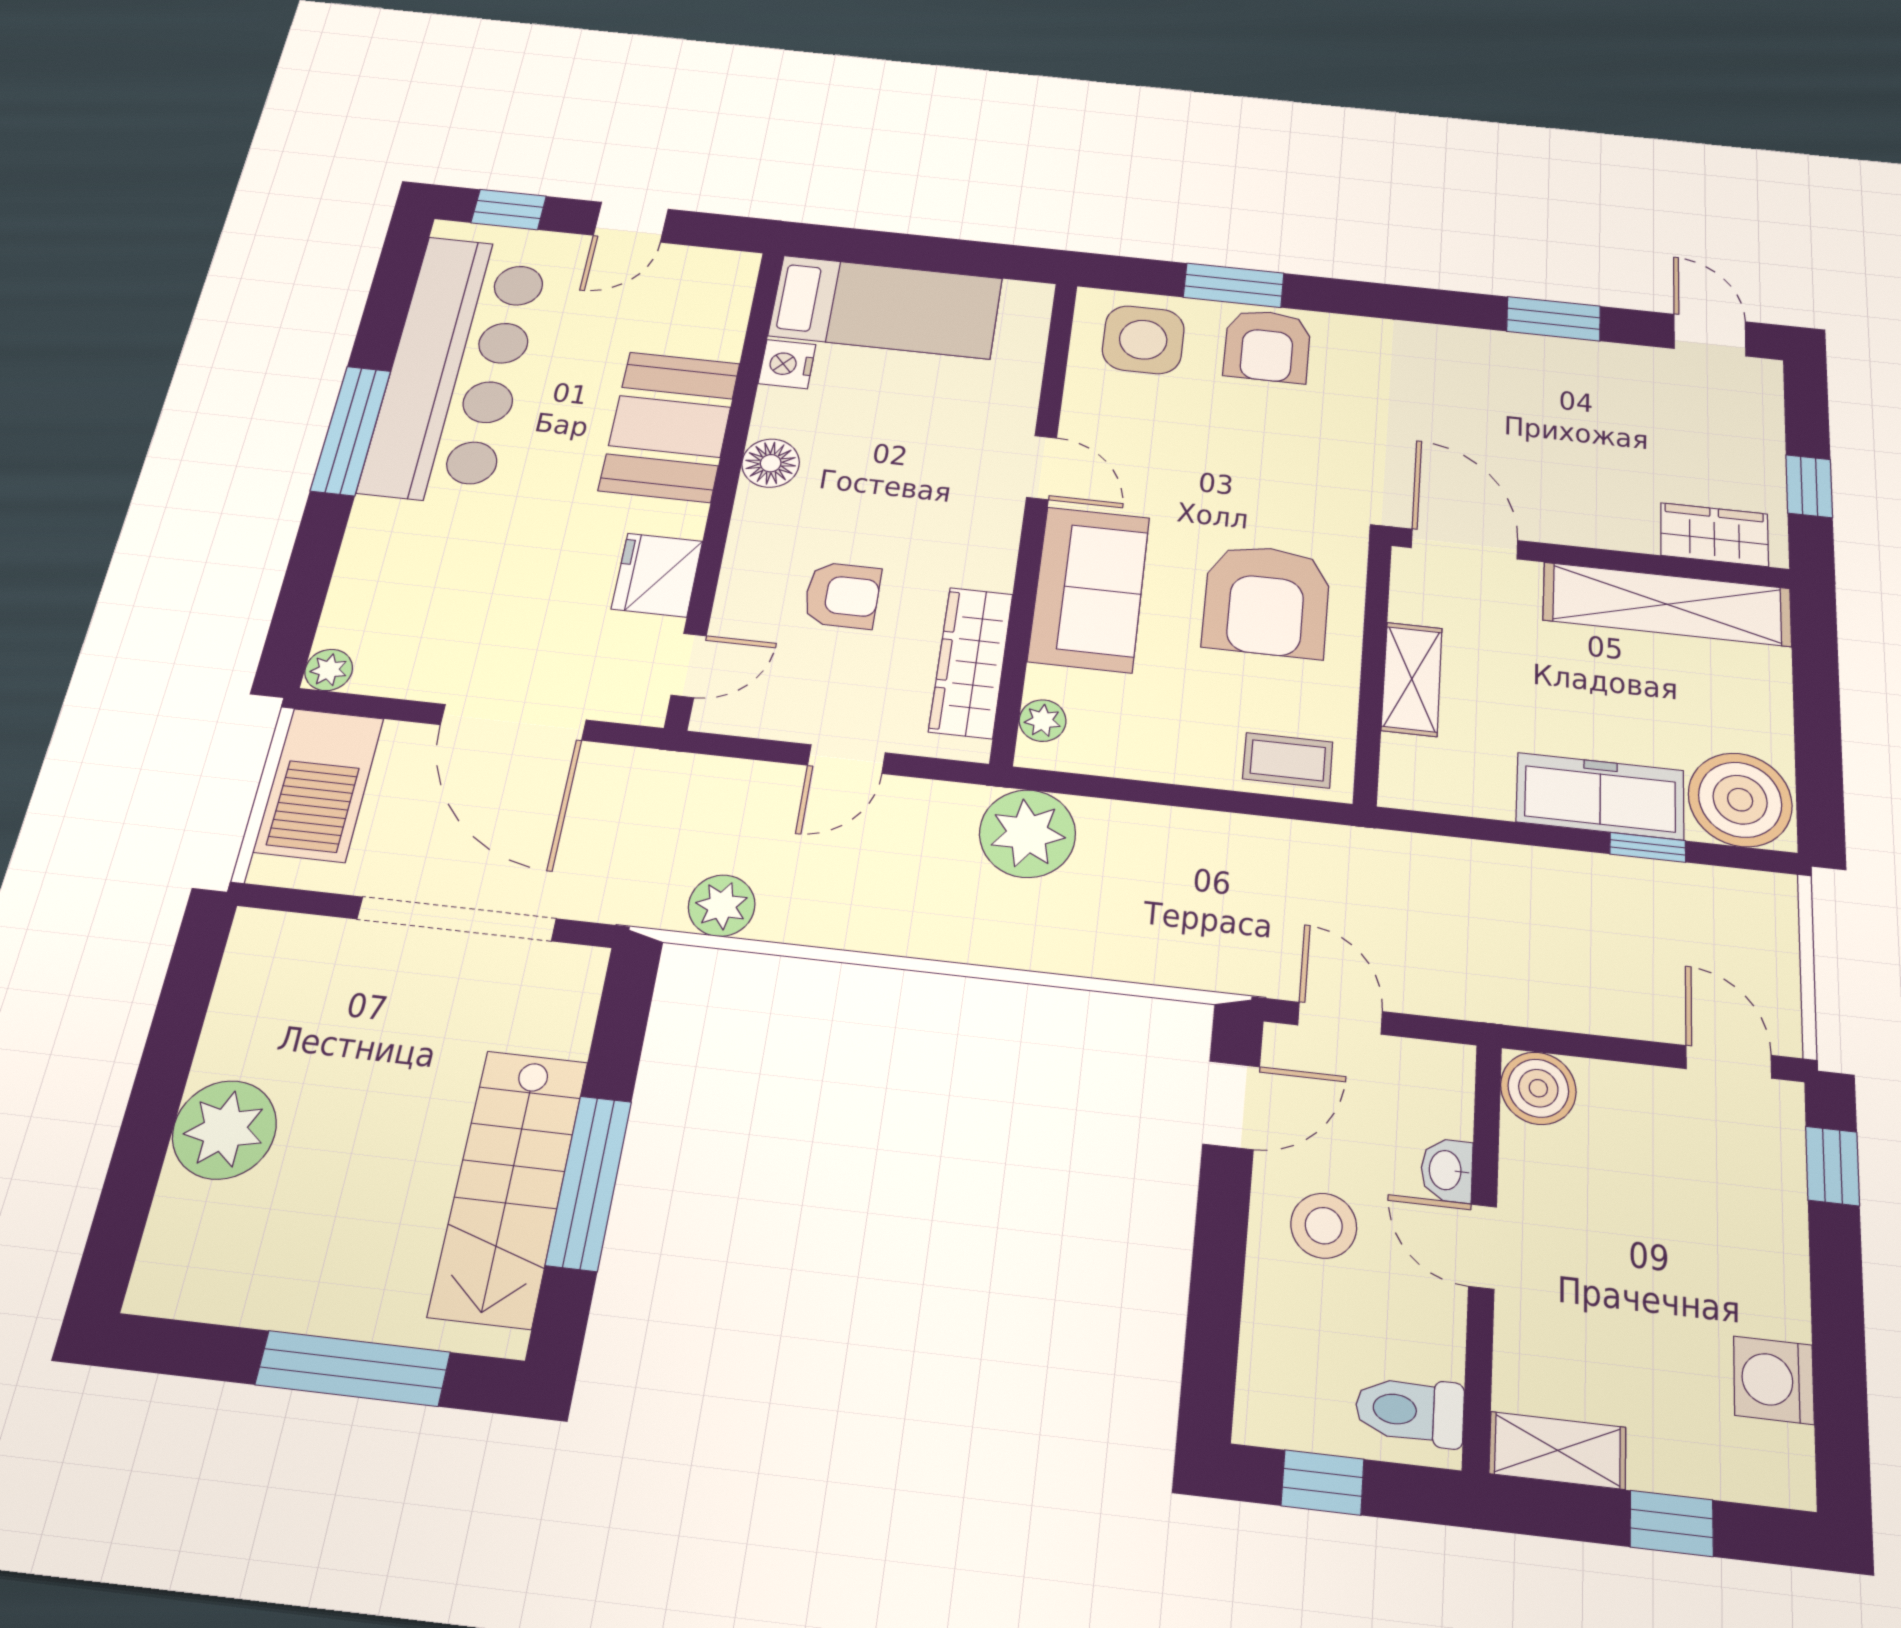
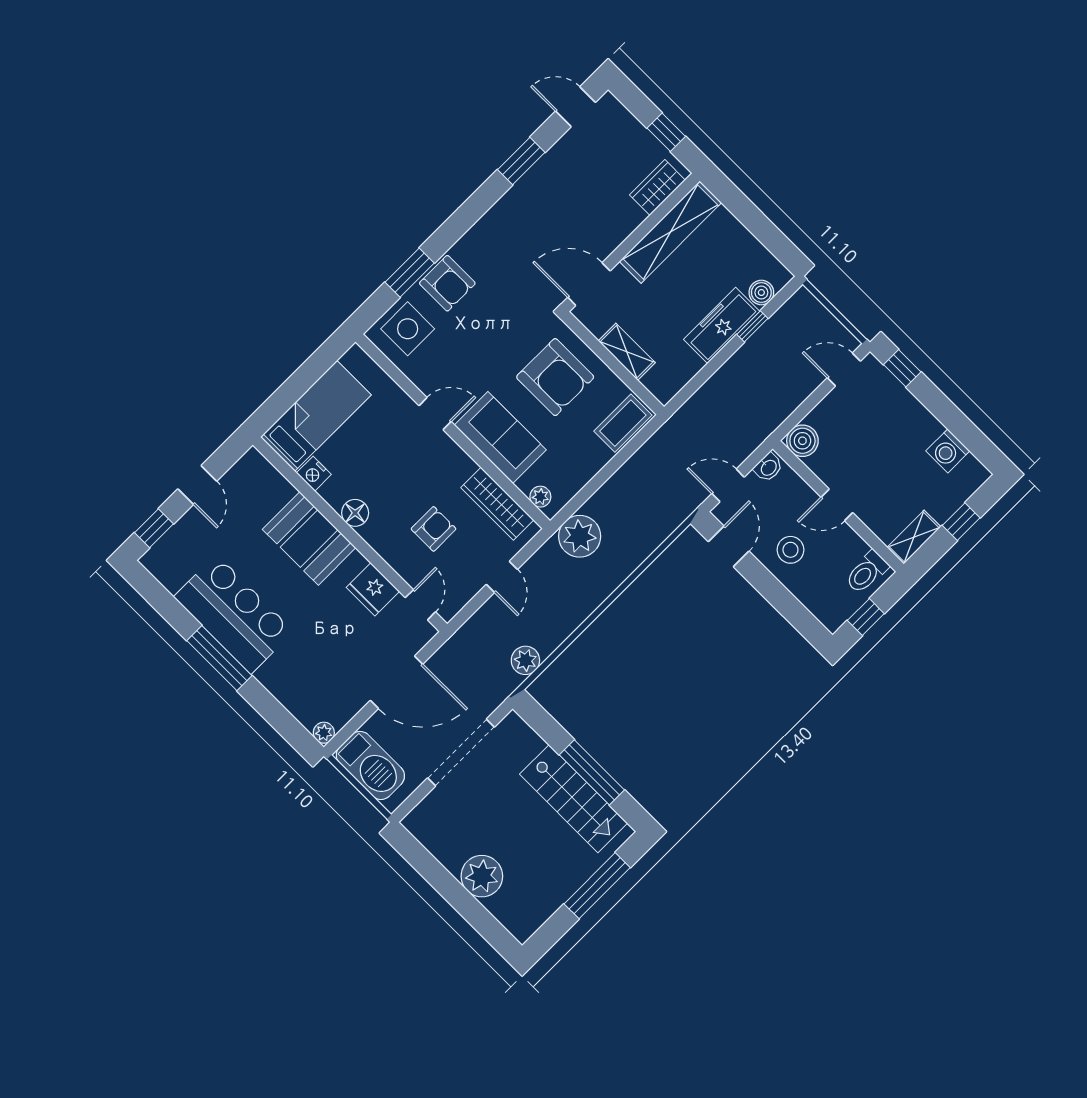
bar counter: (456, 368) -> (234, 614), width x0.73
coffee table: (1288, 760) -> (623, 423), width x1.36, depth x1.30
boiler: (1740, 800) -> (761, 293), width x0.54, depth x0.54
washbasin: (1447, 1170) -> (768, 467), moved, turned -90

